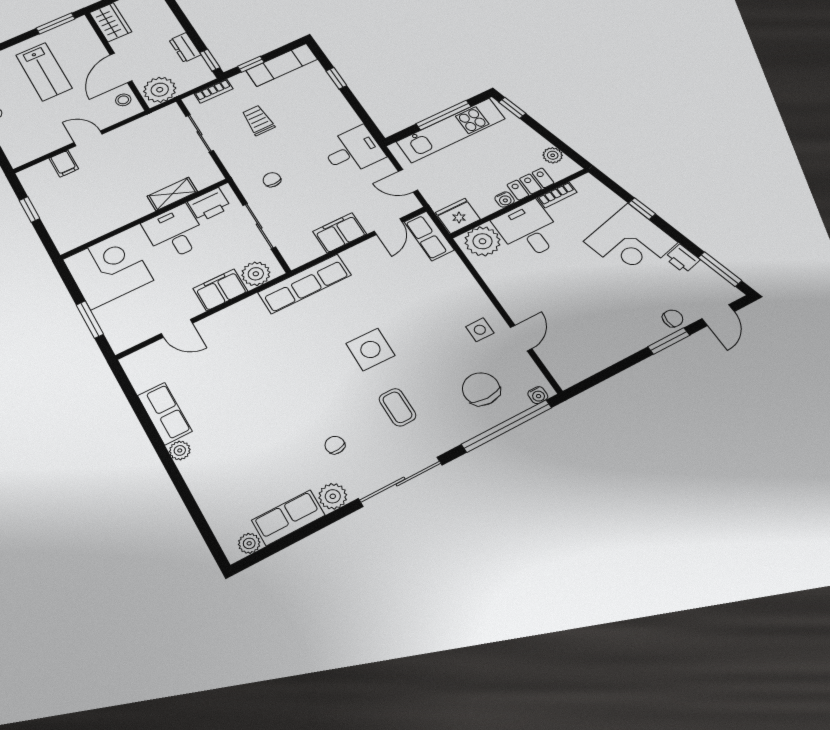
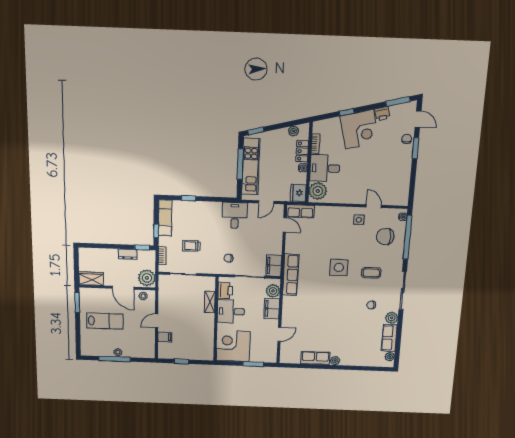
filing cabinet: (340, 233) -> (274, 266), moved

